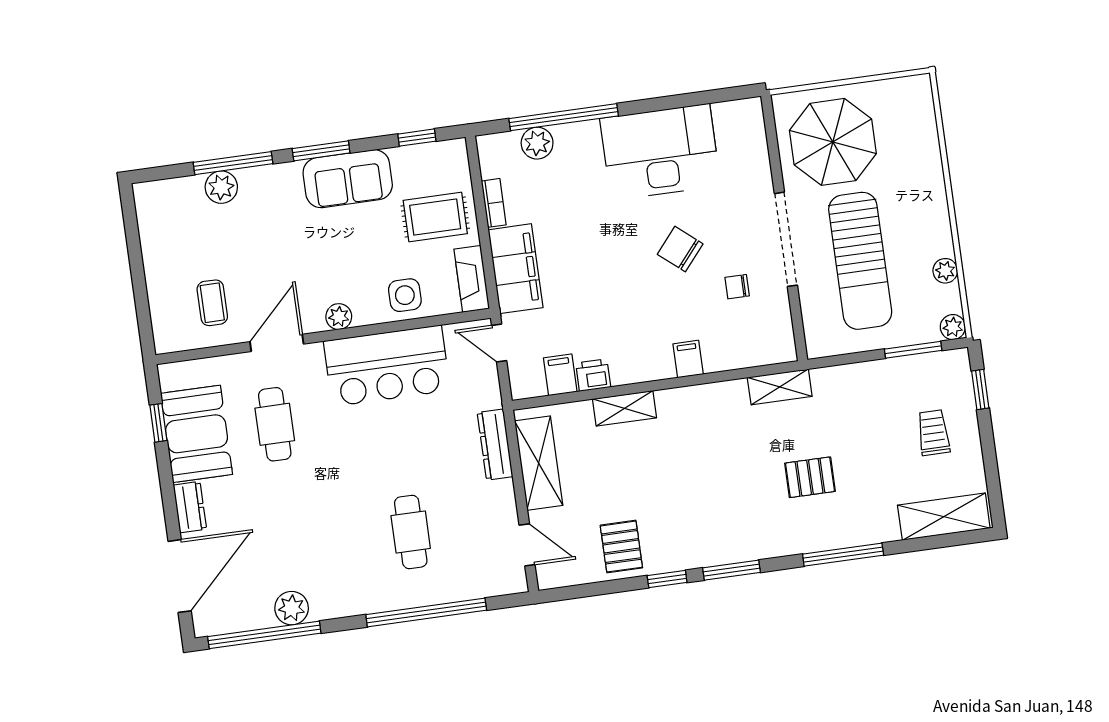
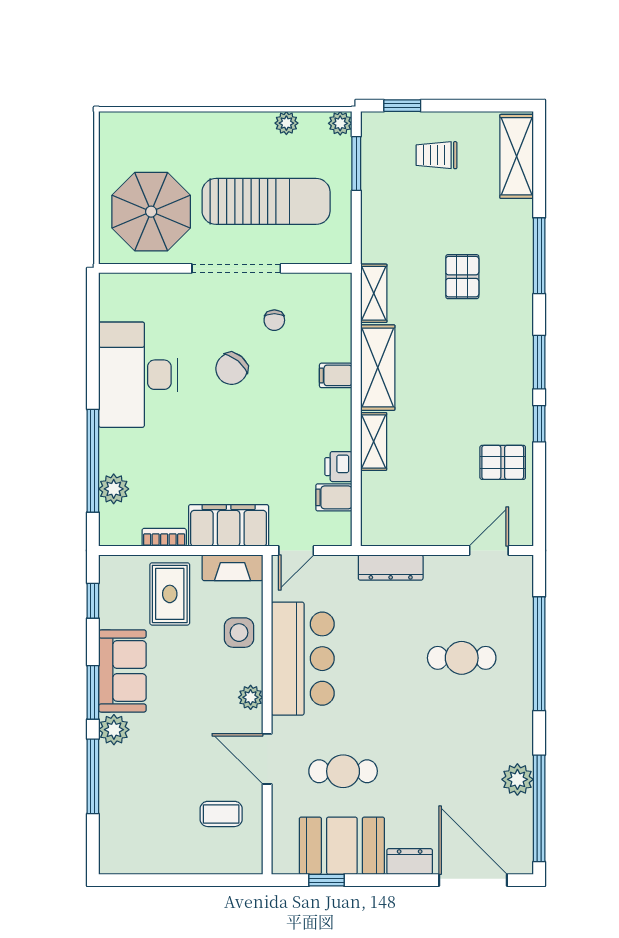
plant: (221, 187) -> (114, 730), moved
shelving: (539, 463) -> (378, 368), moved, turned 90

